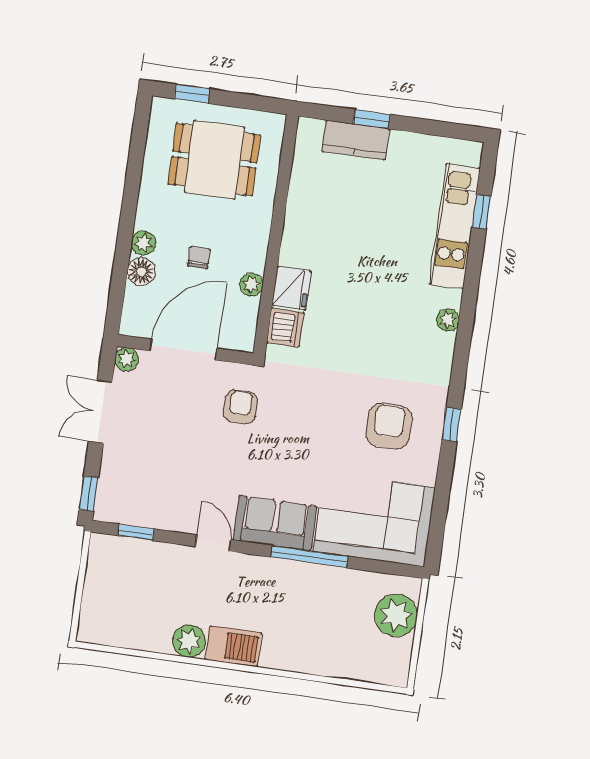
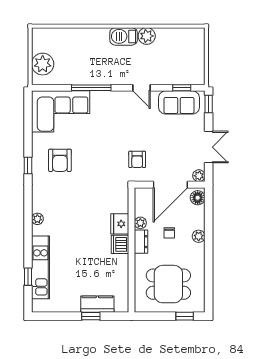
dresser: (255, 248) -> (141, 242), added
floor lamp: (141, 272) -> (198, 198), moved
dishwasher: (285, 327) -> (120, 244), moved
sofa: (275, 523) -> (179, 102), moved

